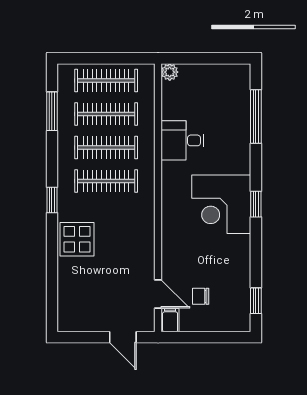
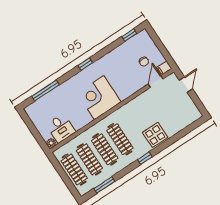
desk: (183, 140) -> (61, 128), moved
corner desk: (221, 204) -> (99, 98), moved, turned 180

